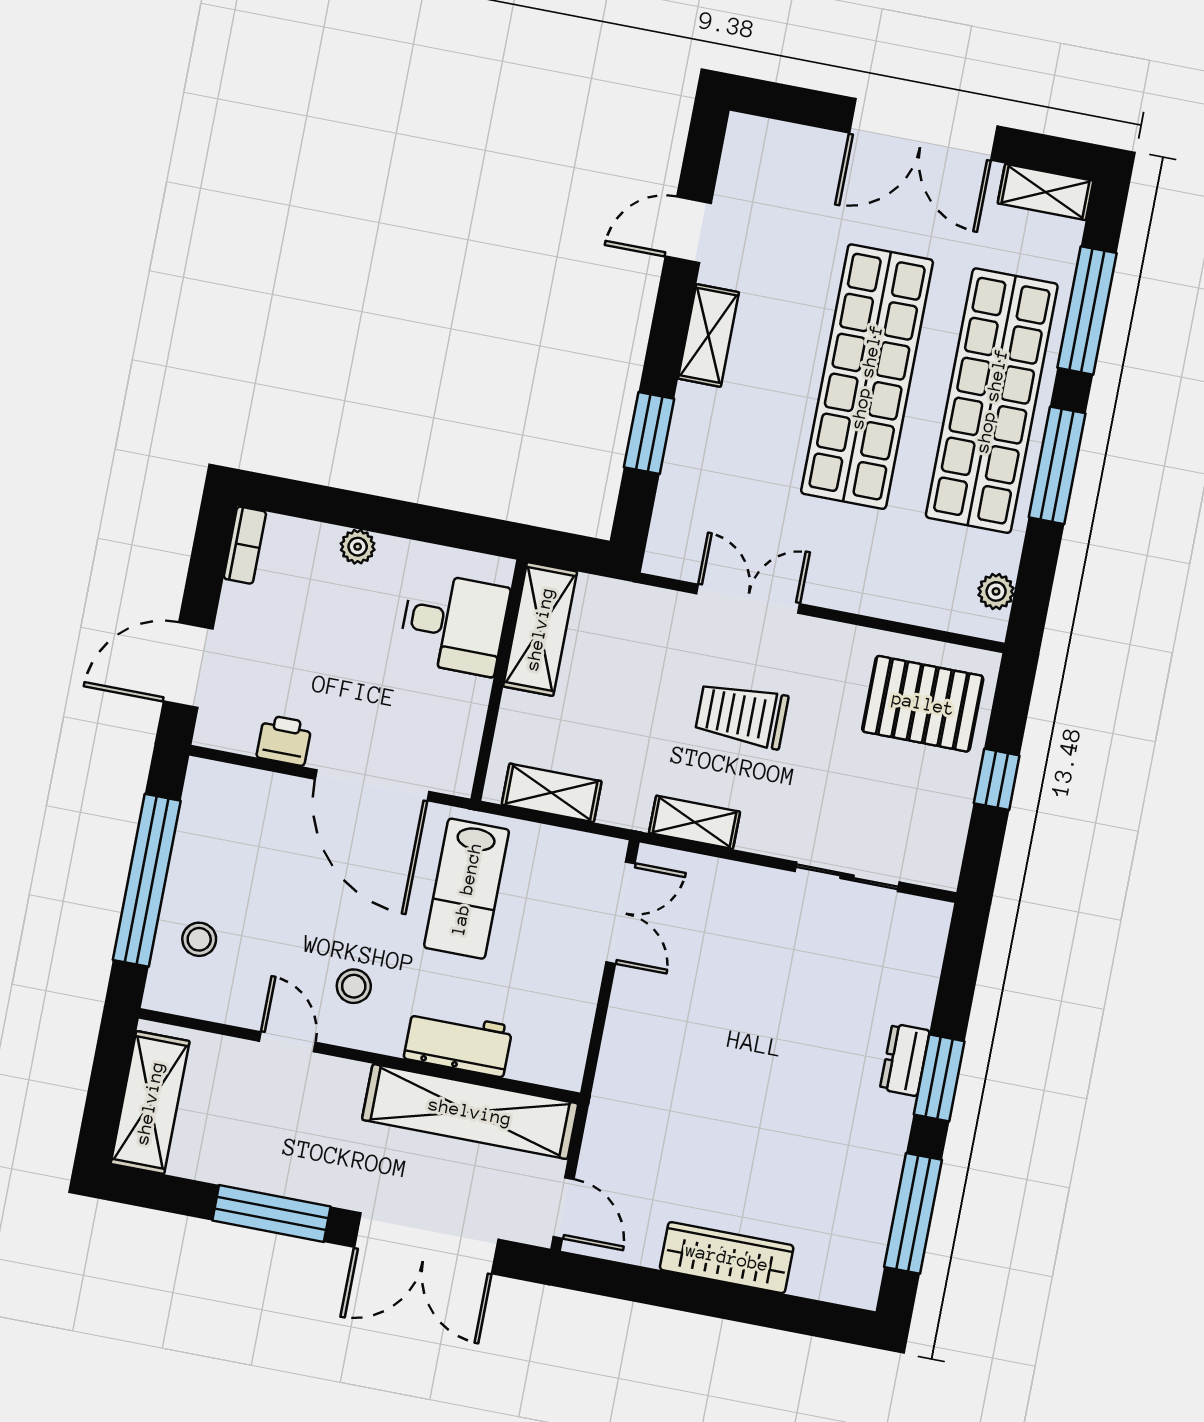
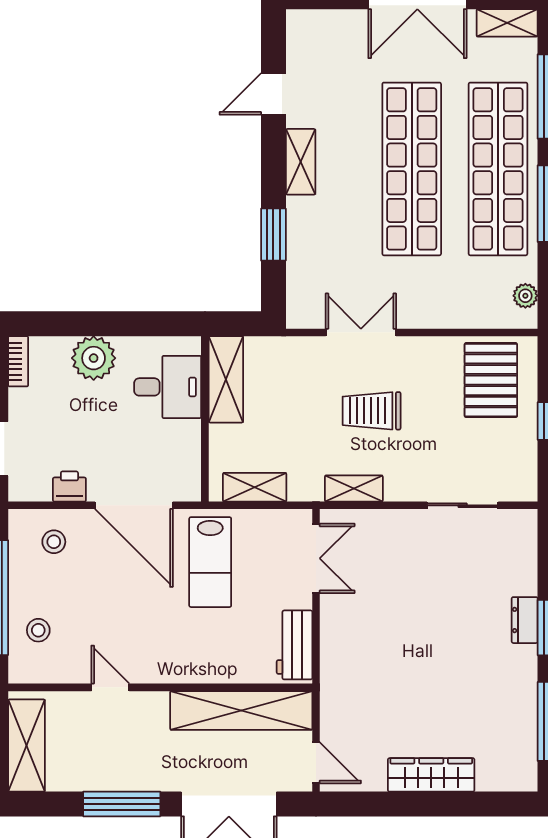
plant: (358, 547) -> (94, 358), width x1.88, depth x1.88
pallet: (923, 704) -> (491, 380), turned 90
stool: (354, 986) -> (54, 542), moved
workbench: (458, 1042) -> (295, 645), moved, turned -90

